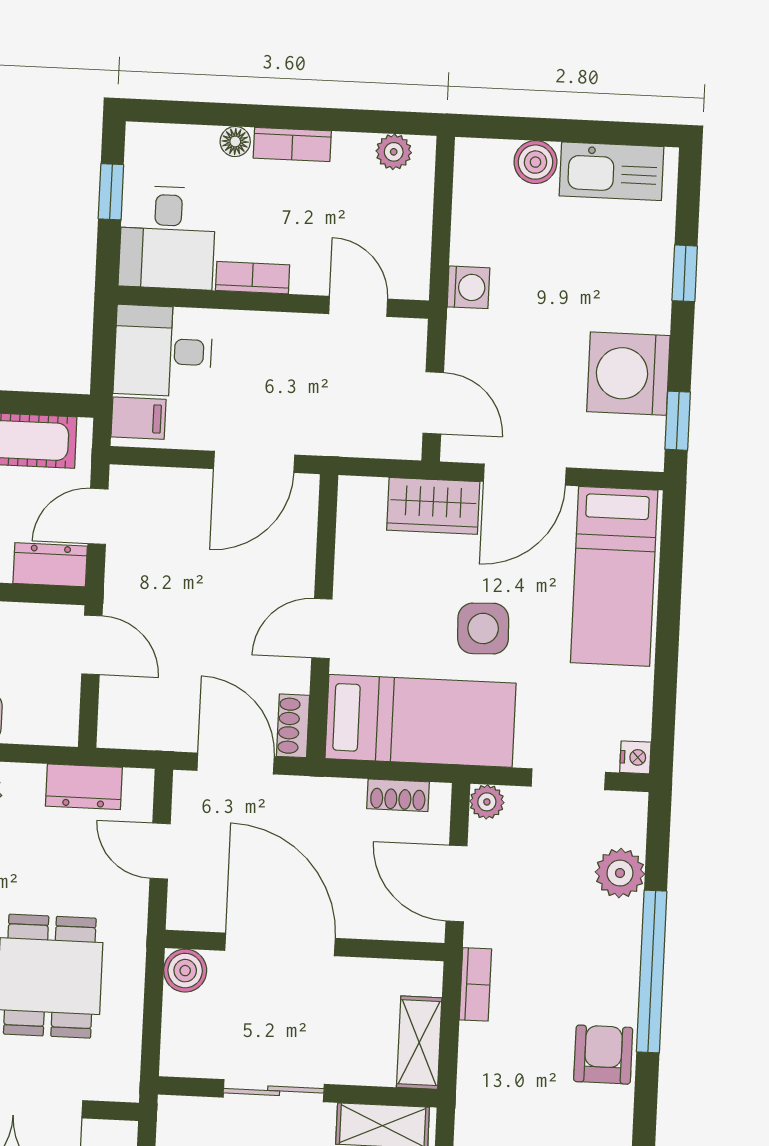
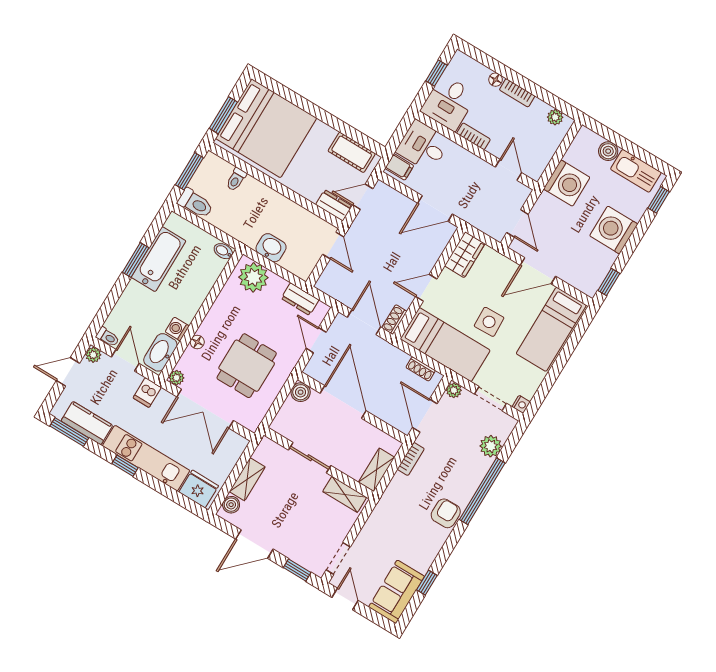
window: (685, 273) -> (659, 200), moved
washing machine: (468, 287) -> (567, 183), width x1.89, depth x1.89
washing machine: (628, 374) -> (614, 230), moved
wardrobe: (433, 506) -> (465, 255), moved, turned -90

